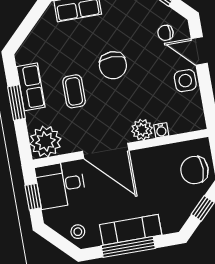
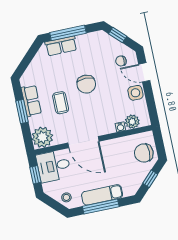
plant: (142, 130) -> (132, 122), moved

